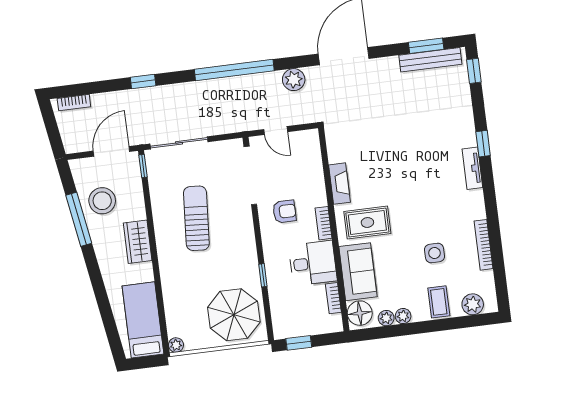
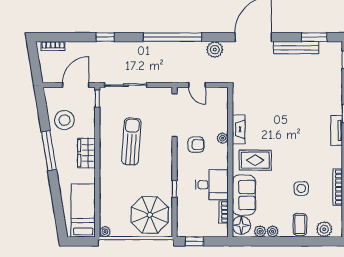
bench: (430, 60) -> (296, 48), moved
plant: (319, 198) -> (223, 138), added
window: (79, 219) -> (49, 151), moved
bookcase: (324, 223) -> (223, 157), removed

